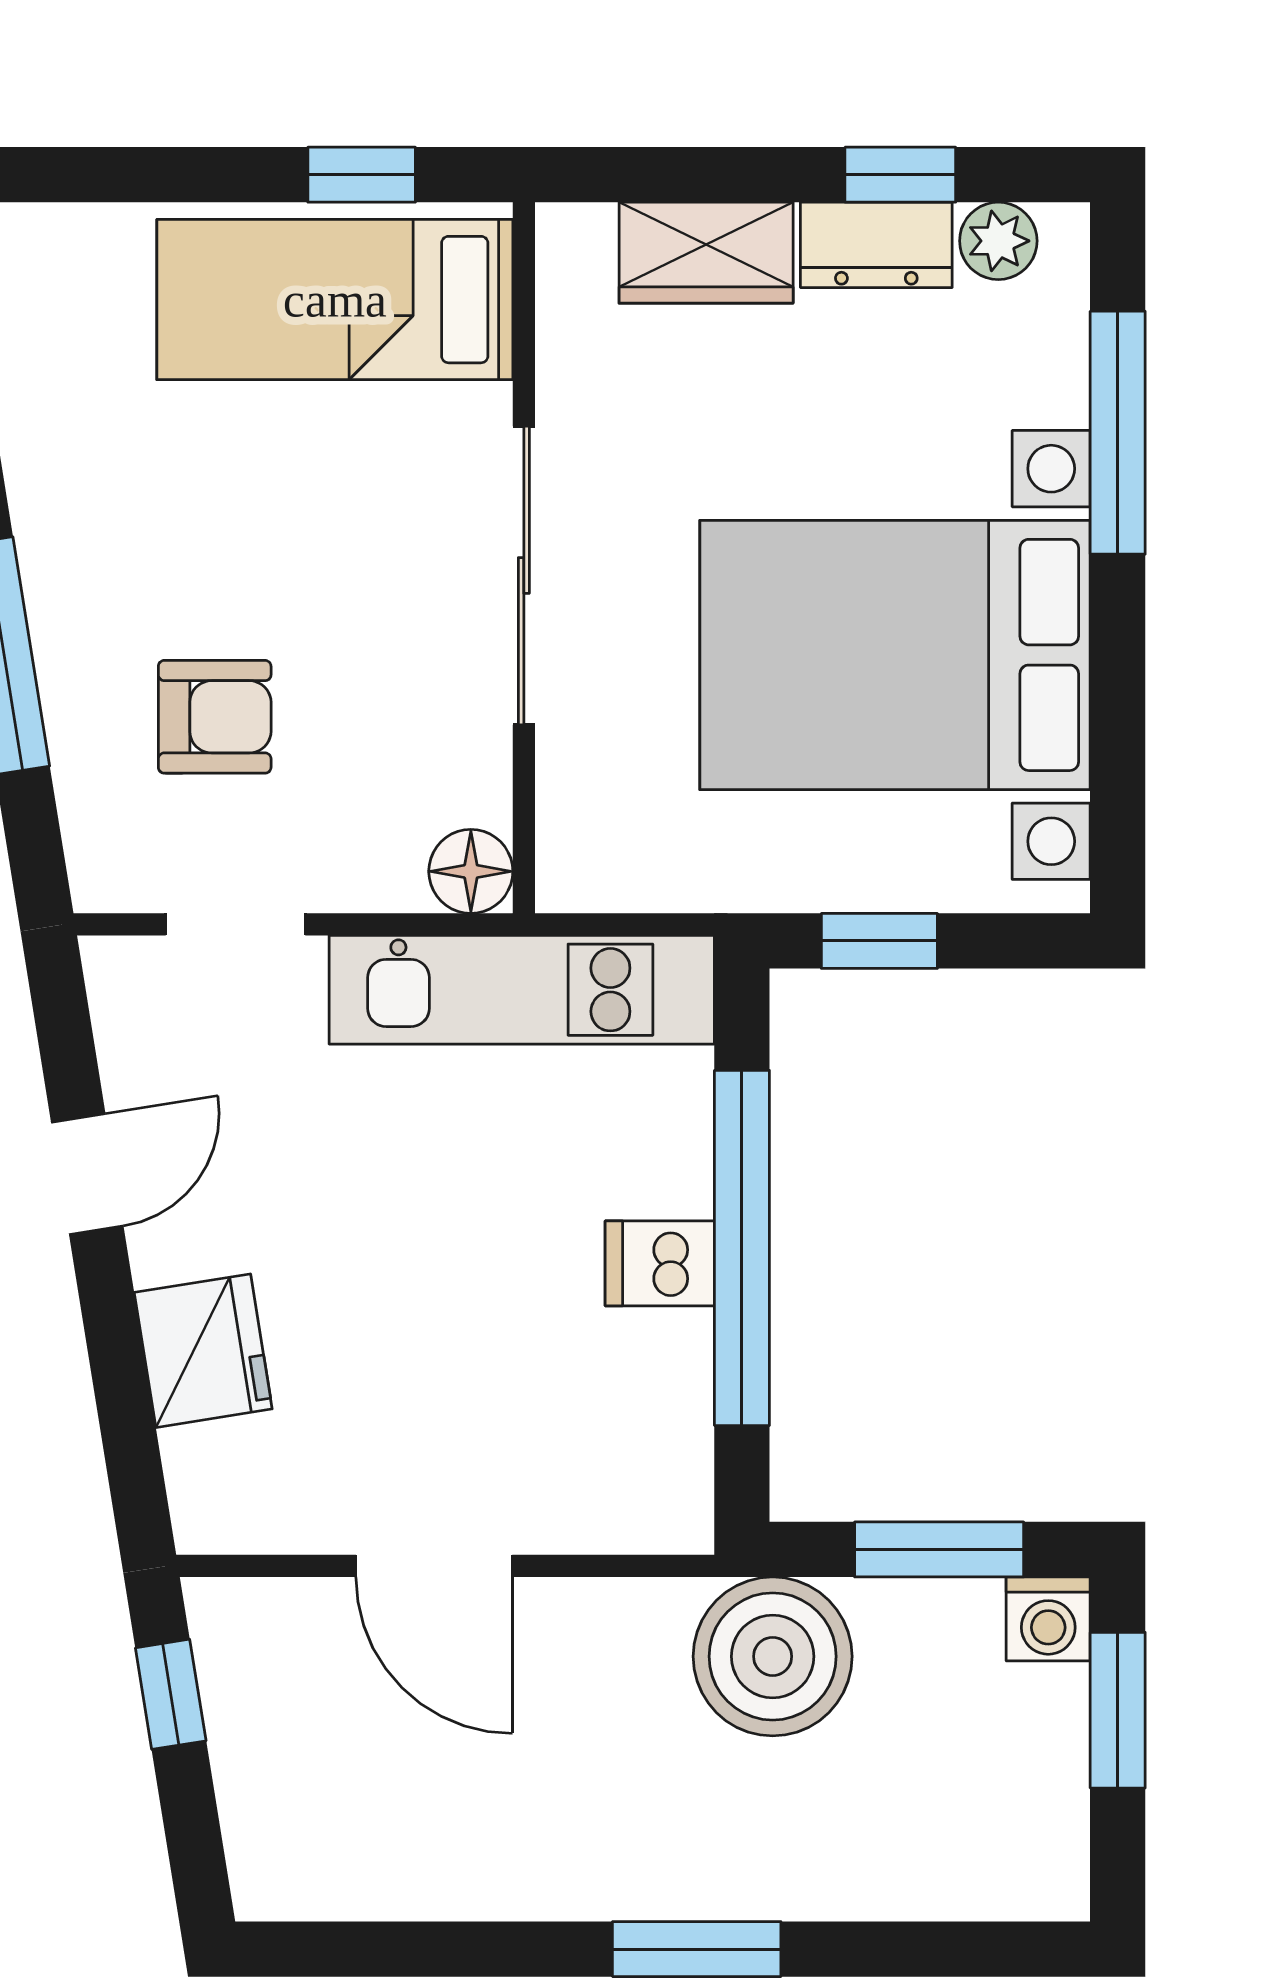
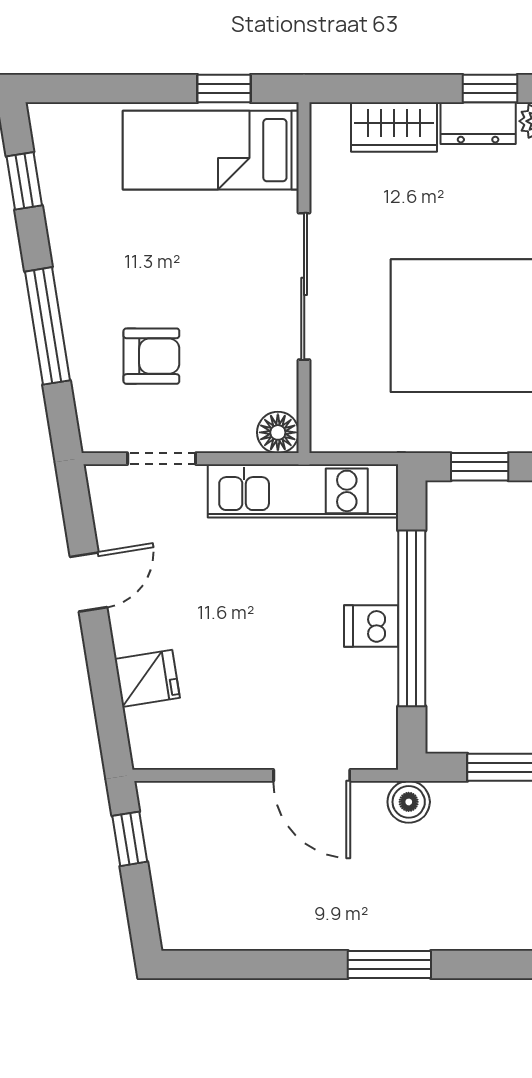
fridge: (203, 1351) -> (147, 678), width x0.72
door: (434, 1566) -> (312, 775), moved
boiler: (773, 1656) -> (409, 802), width x0.54, depth x0.54

